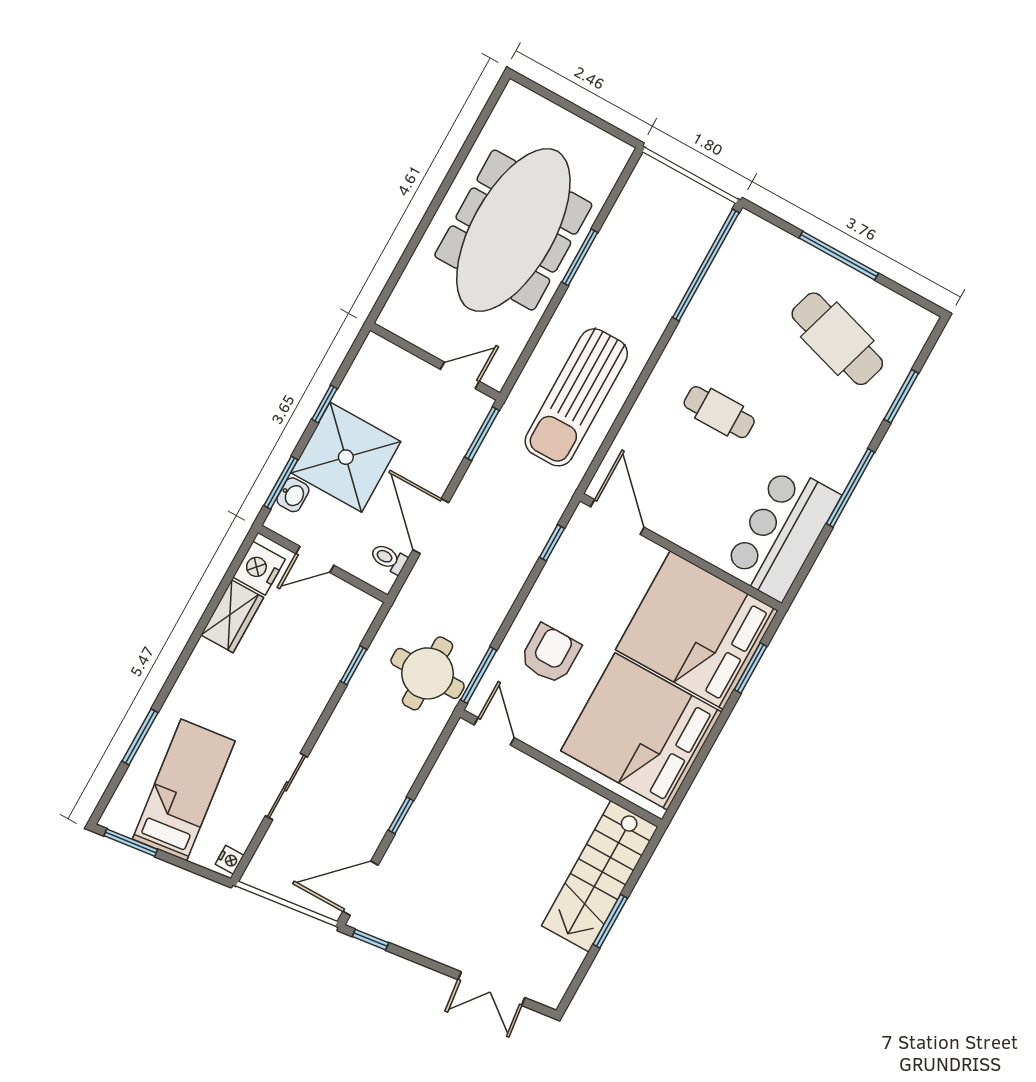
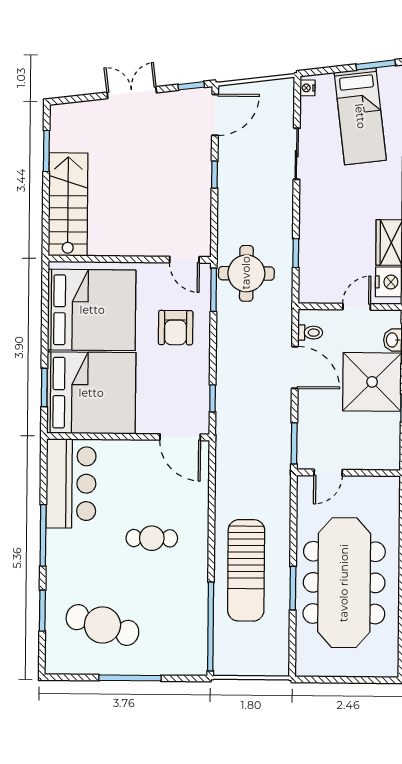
sun lounger: (576, 397) -> (246, 570), moved, turned 180
window: (610, 921) -> (46, 151), moved
double door: (491, 989) -> (132, 93), moved

